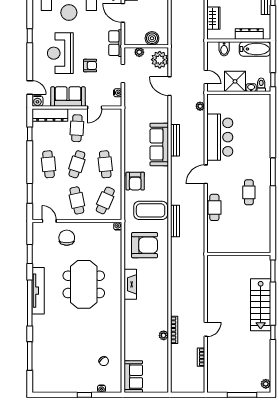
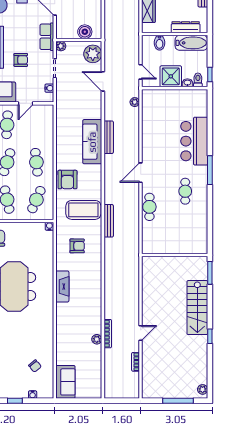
plant: (139, 52) -> (61, 46), moved
bar counter: (220, 137) -> (194, 141), moved, turned 180
armchair: (145, 245) -> (77, 246), width x0.53, depth x0.53

